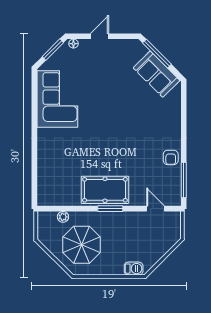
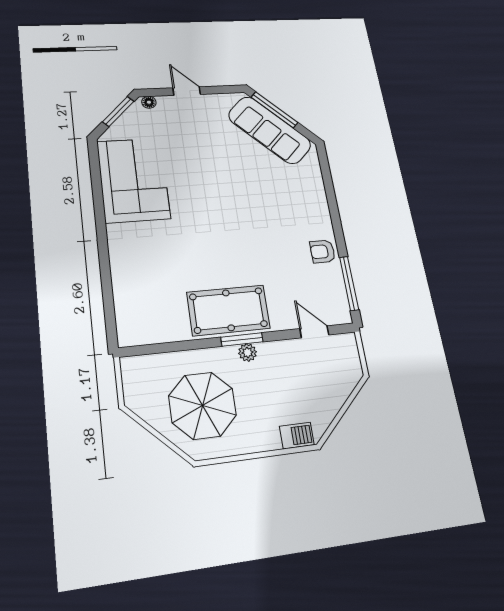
door: (99, 36) -> (187, 91), hinge flipped
sofa: (156, 74) -> (270, 130), width x1.36
armchair: (171, 157) -> (323, 252), turned 90
plant: (63, 217) -> (248, 353), moved

